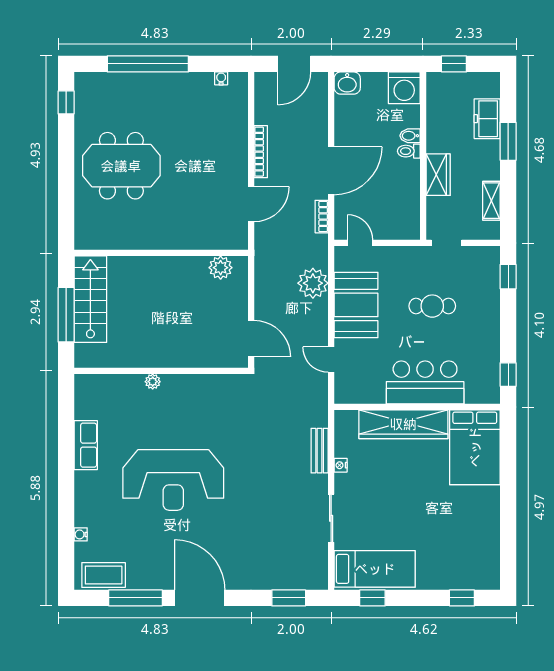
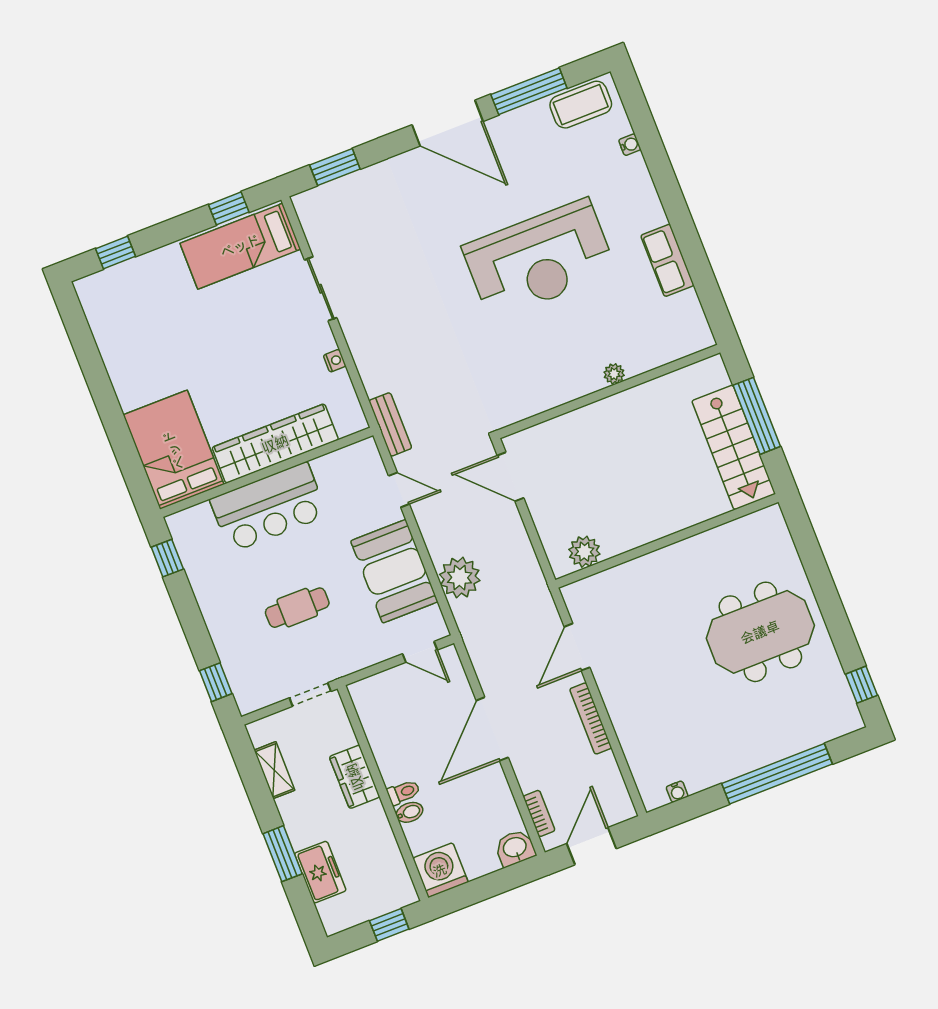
bookcase: (322, 217) -> (539, 813), moved
bench: (320, 451) -> (390, 424), moved
reception desk: (173, 480) -> (539, 259), turned 180

